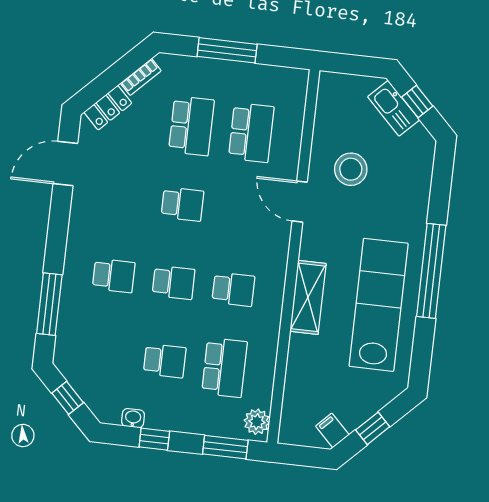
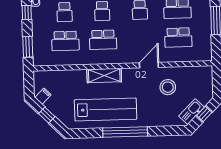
kitchen sink: (394, 108) -> (192, 112), moved
school desk: (233, 289) -> (103, 40), width x1.85
plant: (257, 422) -> (42, 60), removed

